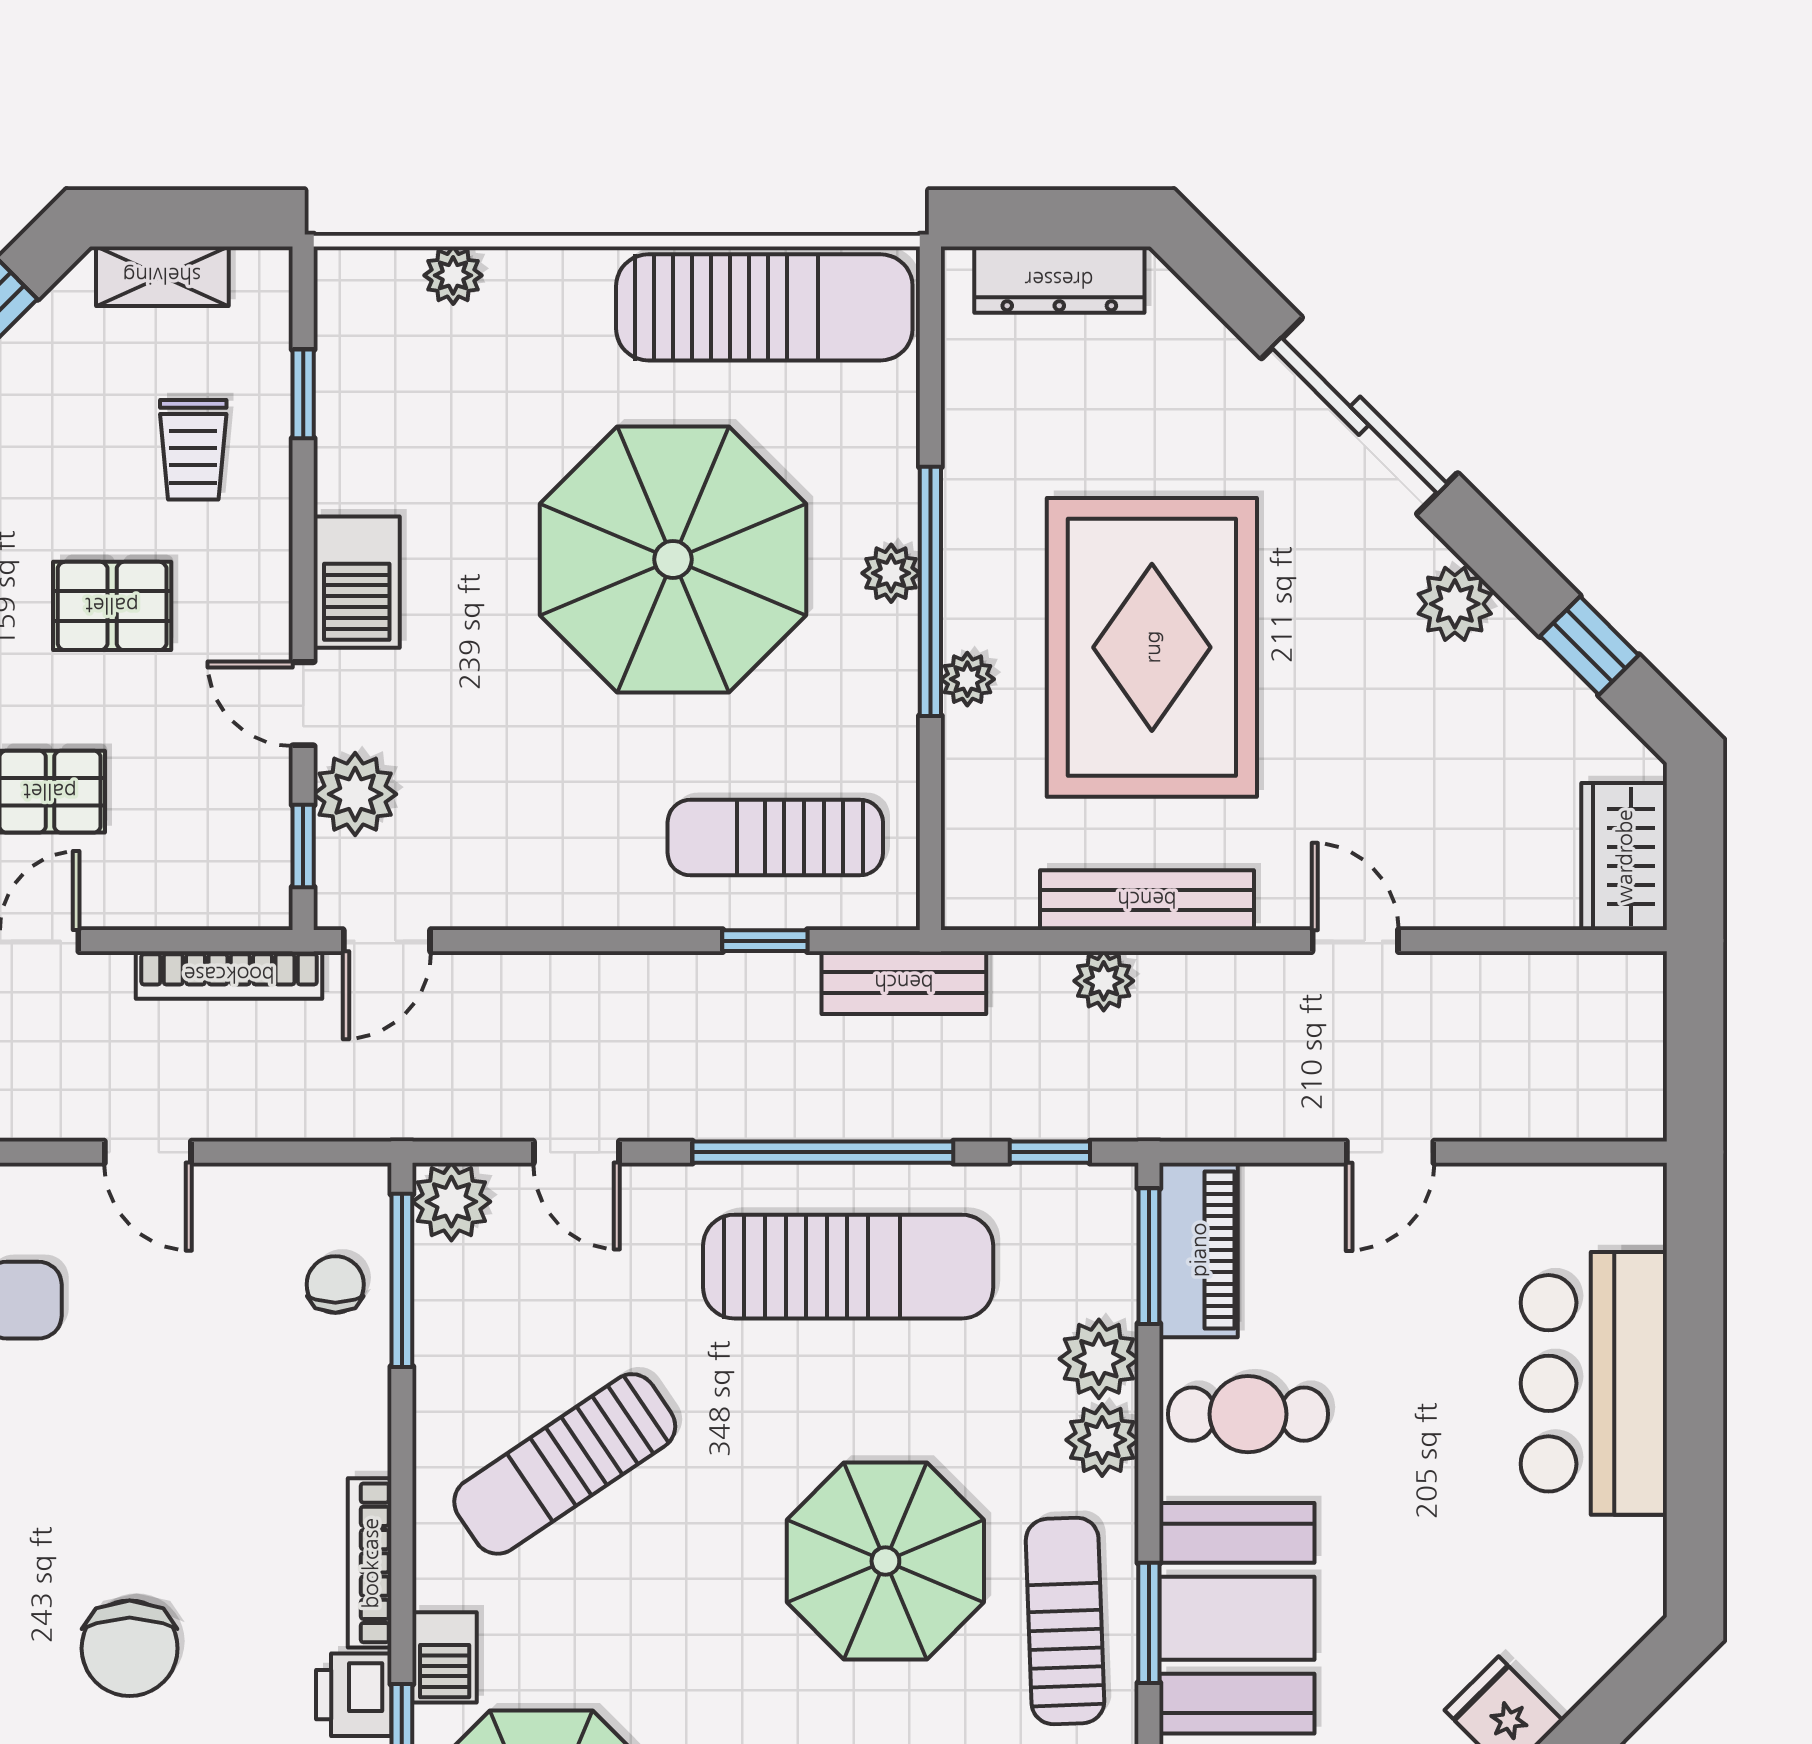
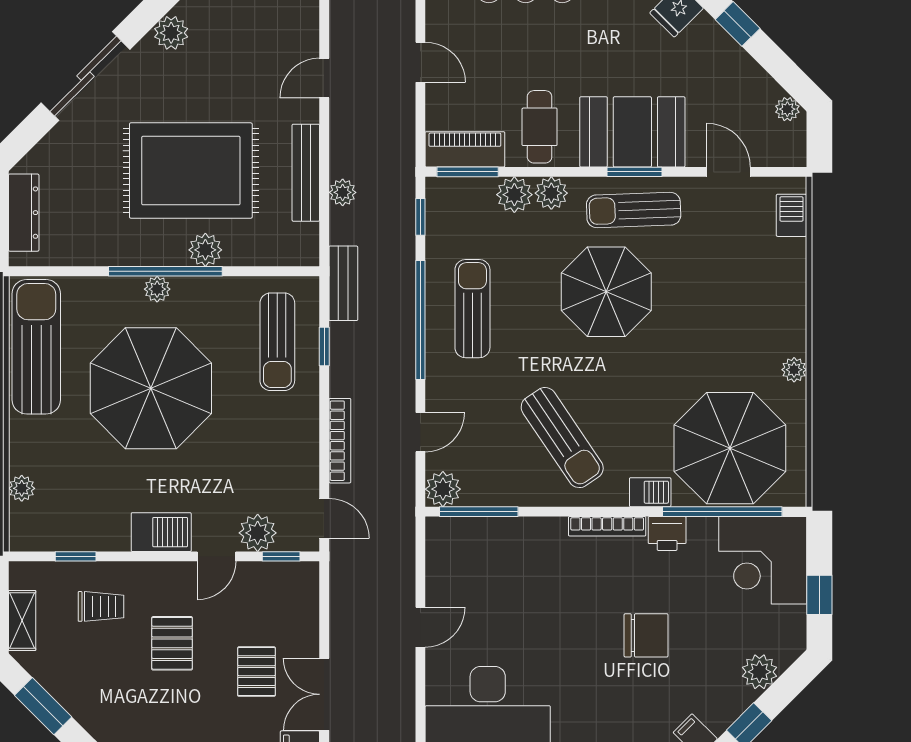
plant: (967, 679) -> (205, 250), width x1.38, depth x1.38
bookcase: (229, 975) -> (340, 441), moved
sun lounger: (848, 1267) -> (472, 309), width x0.73, depth x0.75
chair: (335, 1284) -> (481, 542), removed

